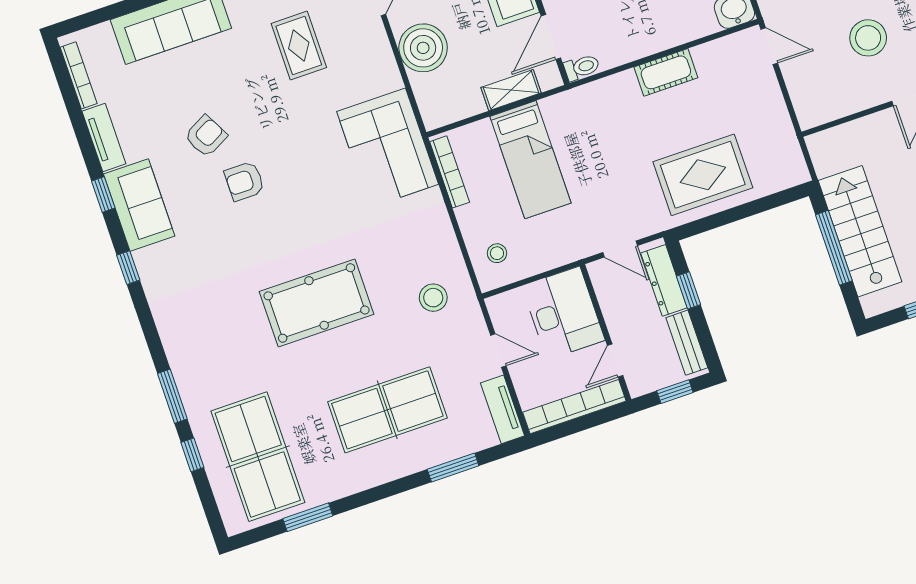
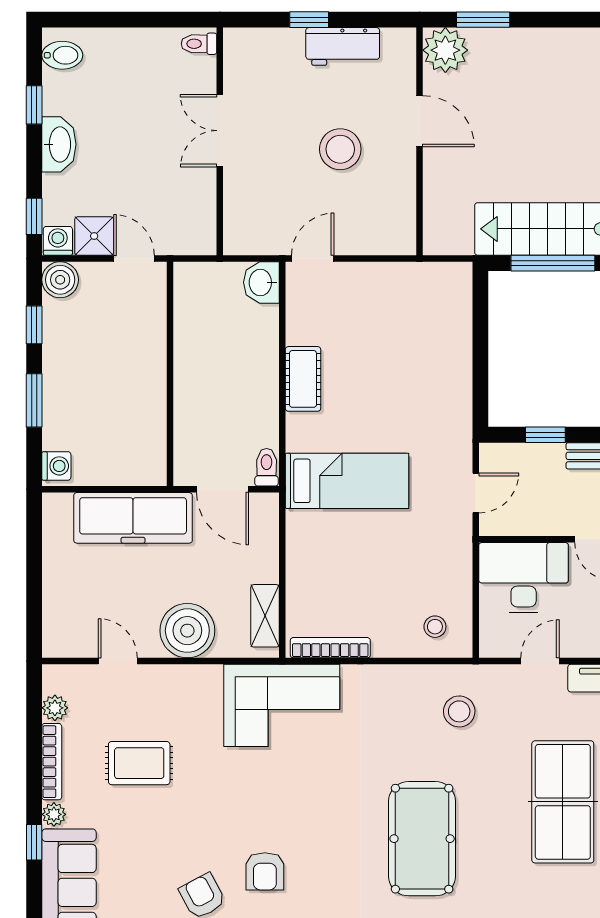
shelving: (511, 90) -> (265, 616), moved
bed: (530, 160) -> (347, 481), moved
rug: (703, 175) -> (426, 377), removed
dresser: (664, 280) -> (526, 457), removed

